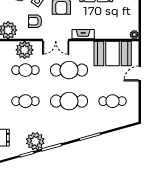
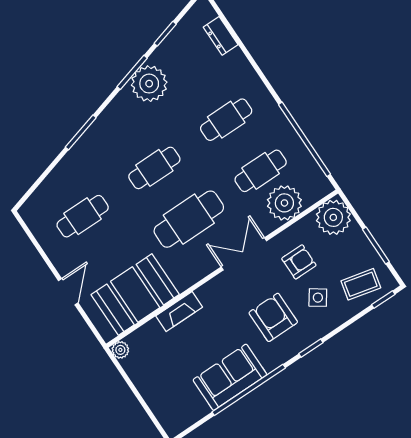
fireplace: (83, 34) -> (179, 312), moved
cafe table: (69, 101) -> (154, 168), width x0.73, depth x0.74
plant: (35, 141) -> (149, 84), moved

